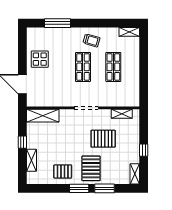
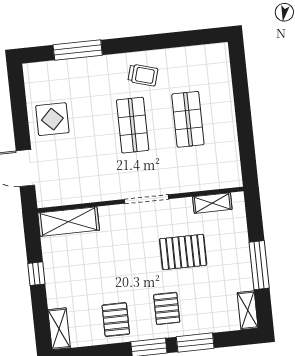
shelving: (129, 32) -> (210, 52), removed
window: (144, 150) -> (259, 265), width x2.17
shelving: (31, 160) -> (59, 329), moved
pallet: (91, 168) -> (167, 308), width x0.67, depth x0.71
pallet: (63, 171) -> (116, 320), turned 90

